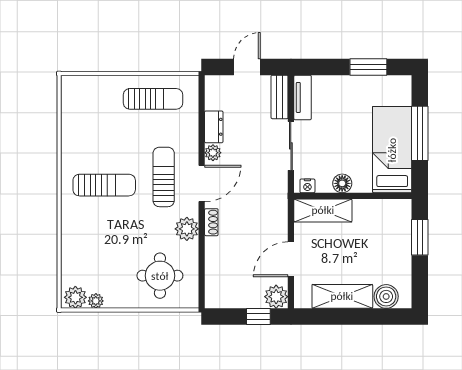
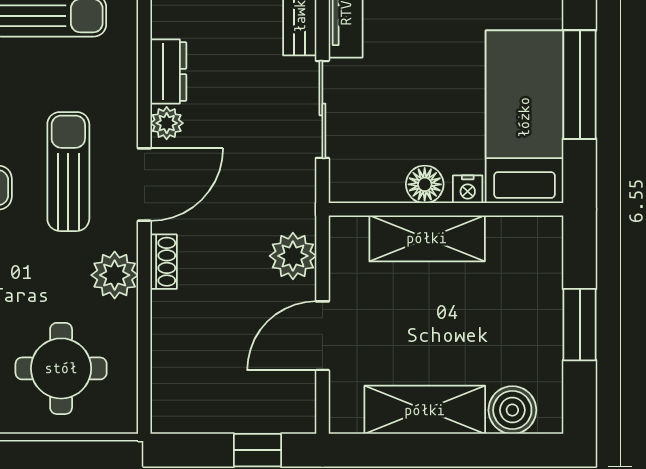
nightstand: (307, 186) -> (468, 189), moved
shelving: (323, 210) -> (427, 238), moved
window: (420, 237) -> (580, 325), moved
plant: (276, 297) -> (293, 256), moved

